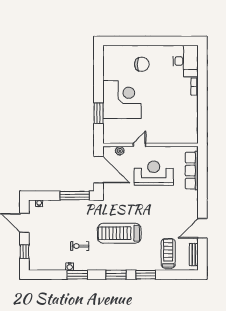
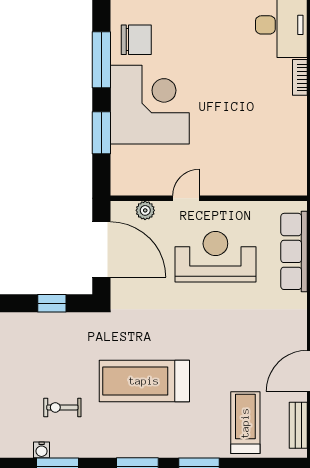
chair: (142, 64) -> (136, 40), moved
window: (99, 78) -> (101, 60), added
window: (75, 196) -> (52, 303), width x0.46

